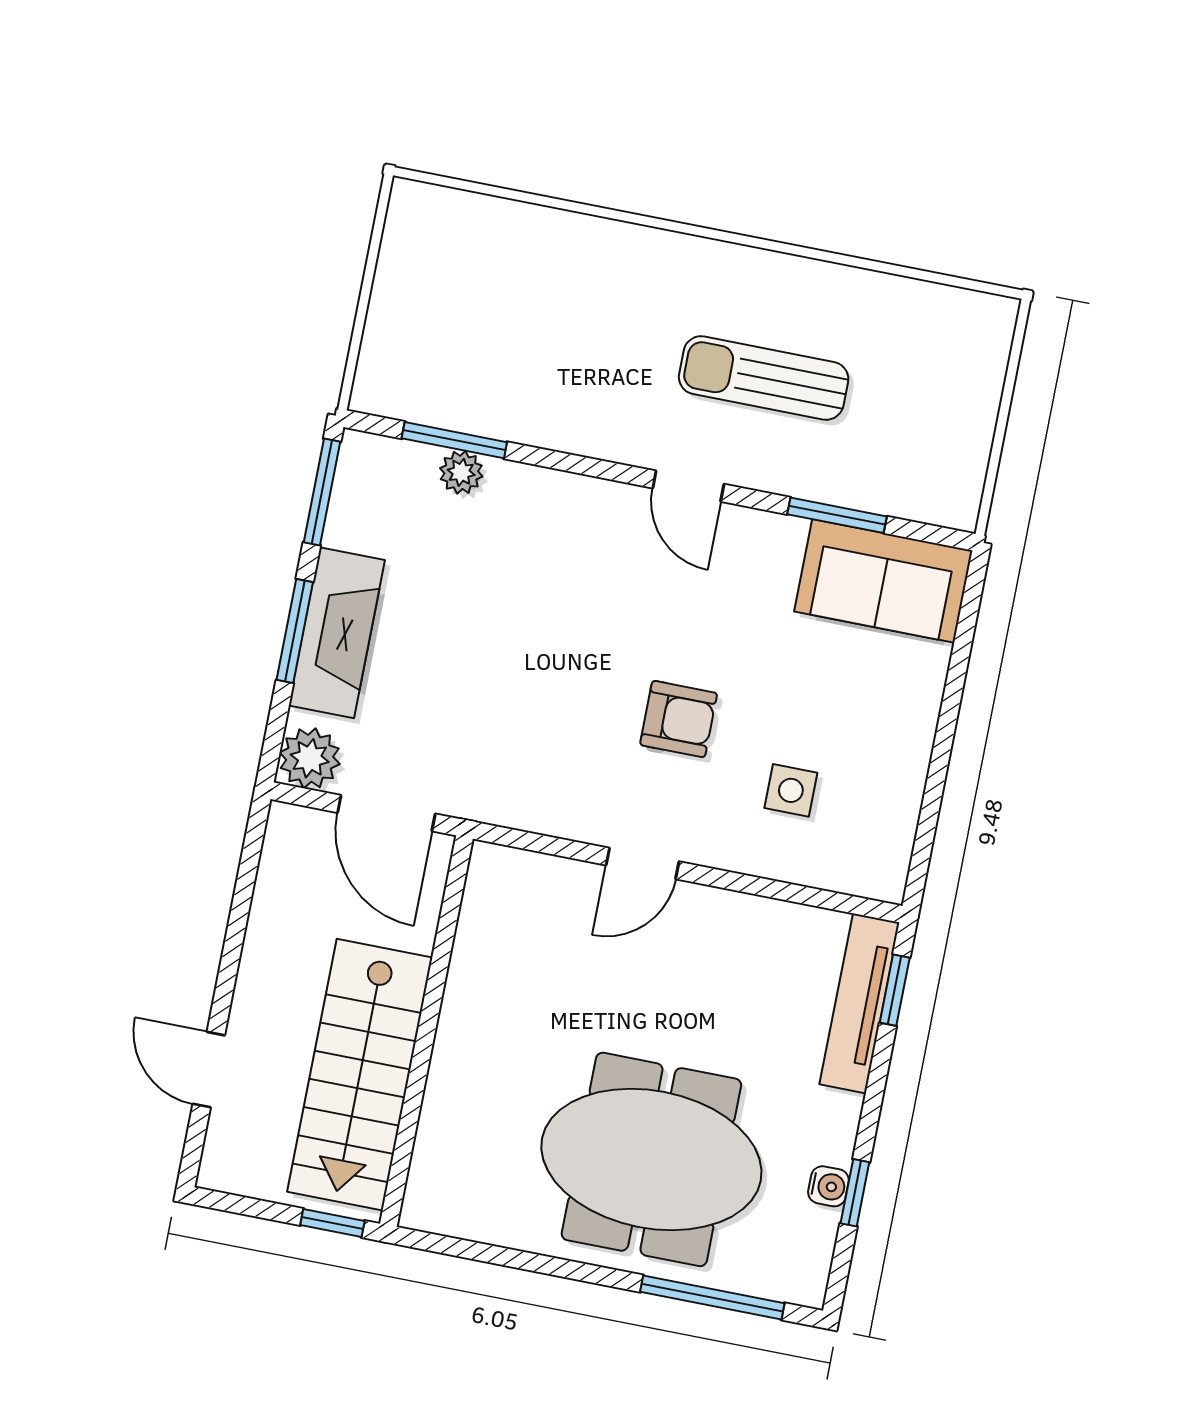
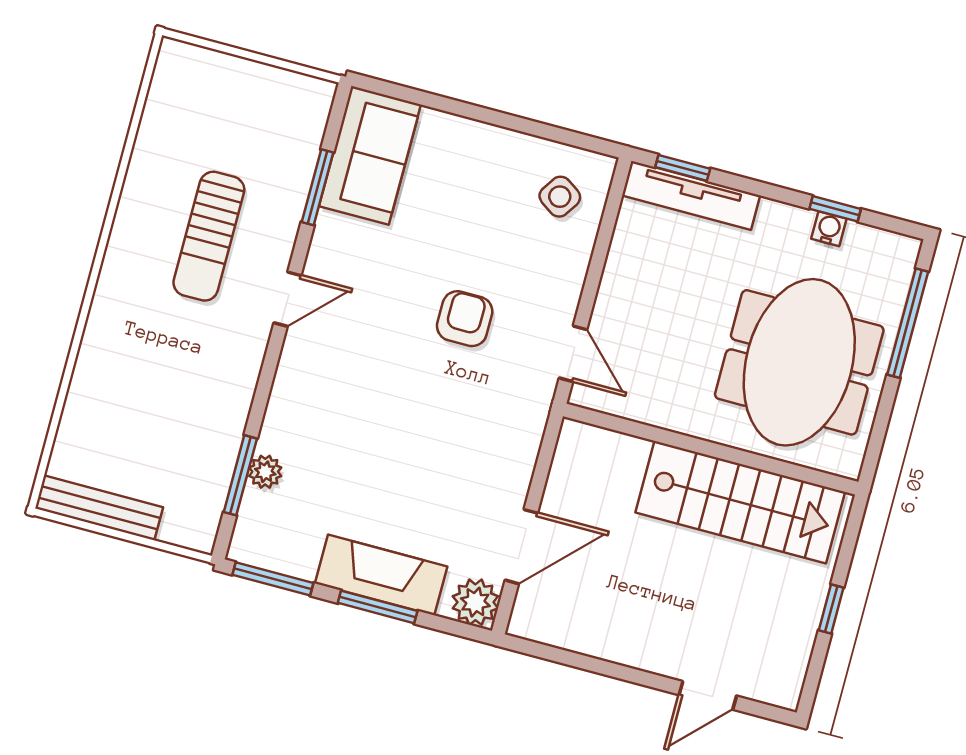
bench: (399, 259) -> (99, 508), added
side table: (791, 790) -> (560, 197), moved, turned 34
wall: (426, 1031) -> (711, 449), moved
stairs: (360, 1075) -> (740, 502), moved

